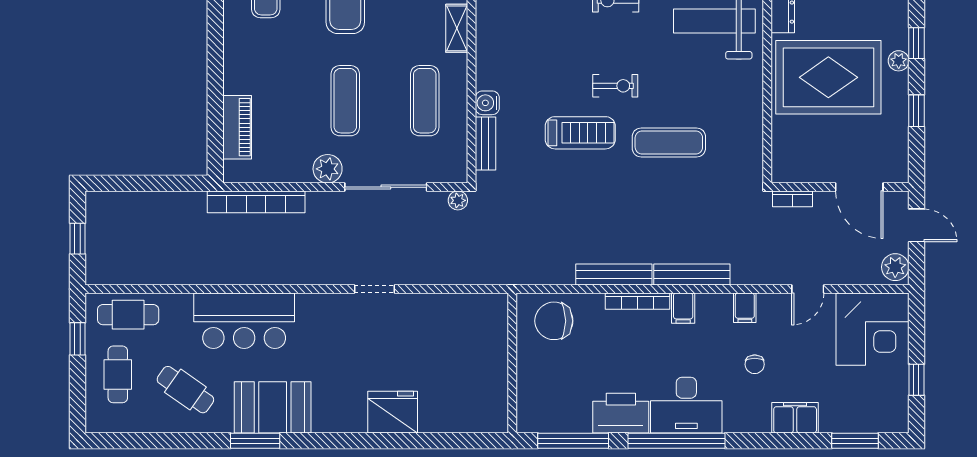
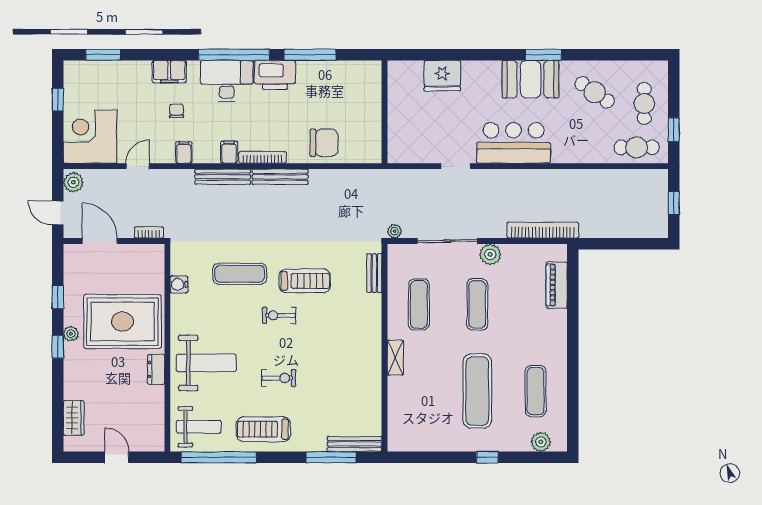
water cooler: (487, 103) -> (179, 284), moved, turned 180
treadmill: (580, 133) -> (305, 281), turned 180
bar counter: (244, 321) -> (514, 143), moved
wall: (512, 363) -> (385, 112), moved
filing cabinet: (795, 418) -> (169, 72), moved

